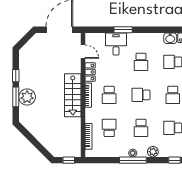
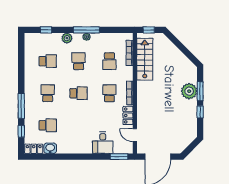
window: (123, 30) -> (119, 157), moved
school desk: (141, 62) -> (79, 125), removed
stairs: (73, 95) -> (145, 59), moved

